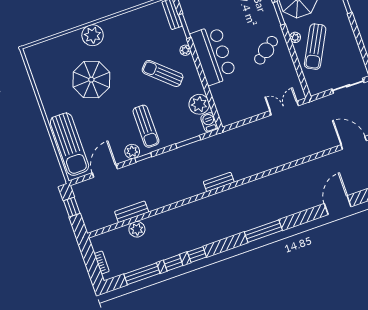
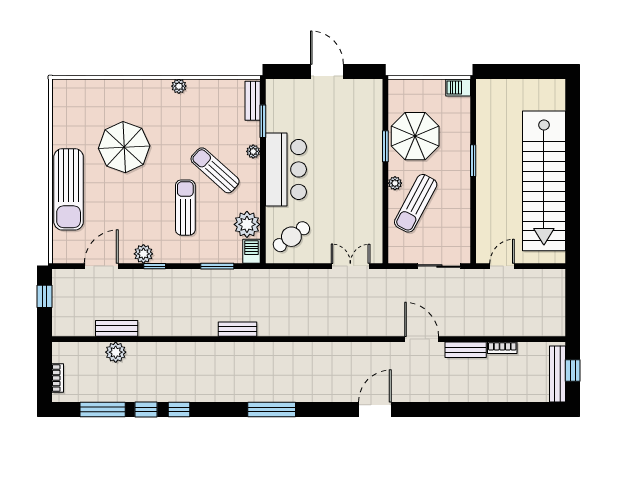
plant: (93, 35) -> (179, 86), moved, width x0.53, depth x0.53
cafe table: (266, 50) -> (291, 237), moved
sun lounger: (146, 126) -> (185, 208), moved, turned 180
sun lounger: (70, 144) -> (69, 189), moved

